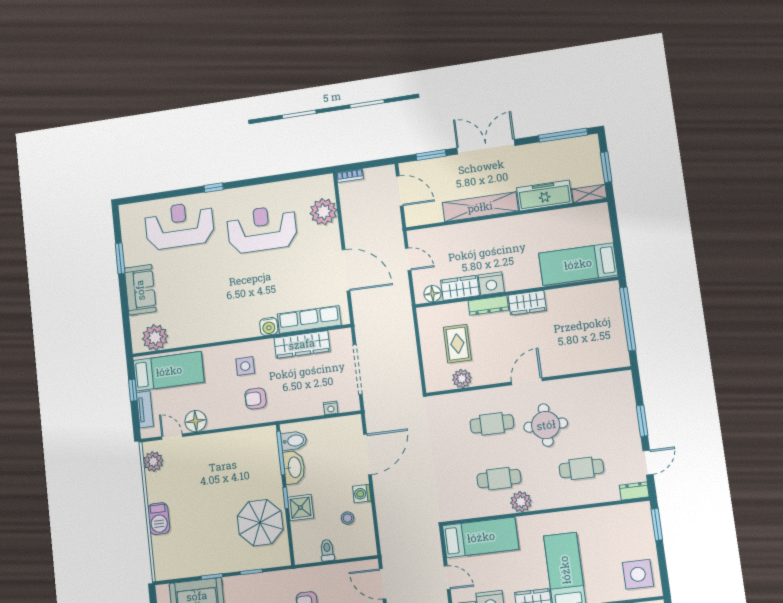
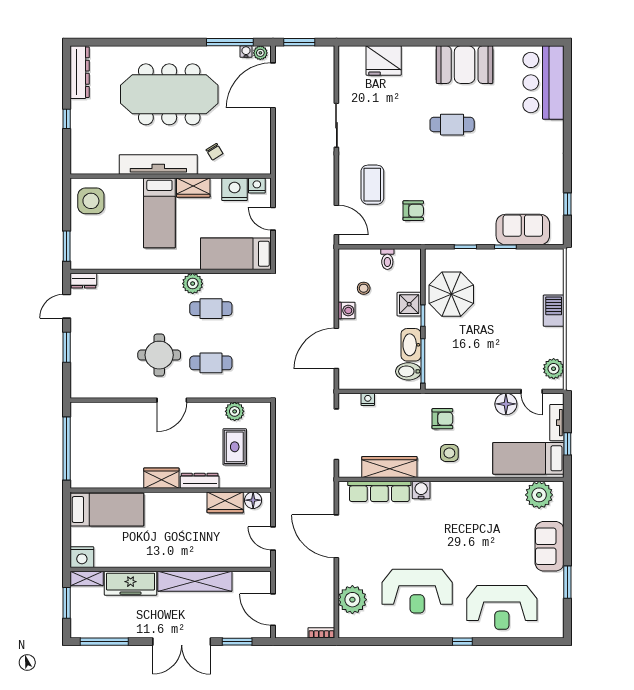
nightstand: (491, 283) -> (82, 557), moved, turned 180
cafe table: (581, 468) -> (131, 309), removed

